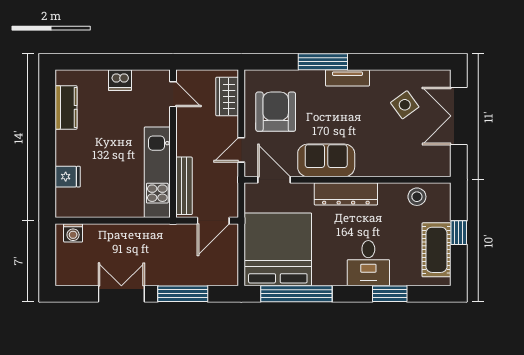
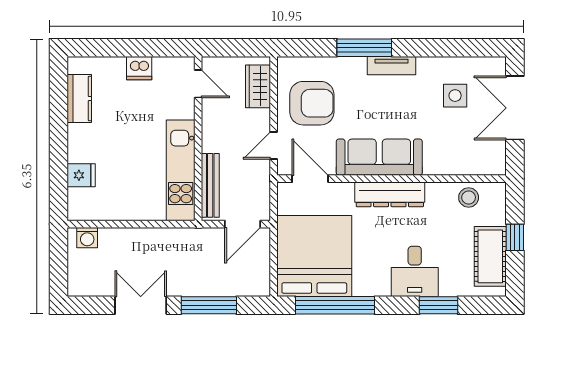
side table: (405, 105) -> (455, 96), turned 36
armchair: (276, 112) -> (312, 103), turned 90
sofa: (326, 160) -> (379, 157), width x1.36

